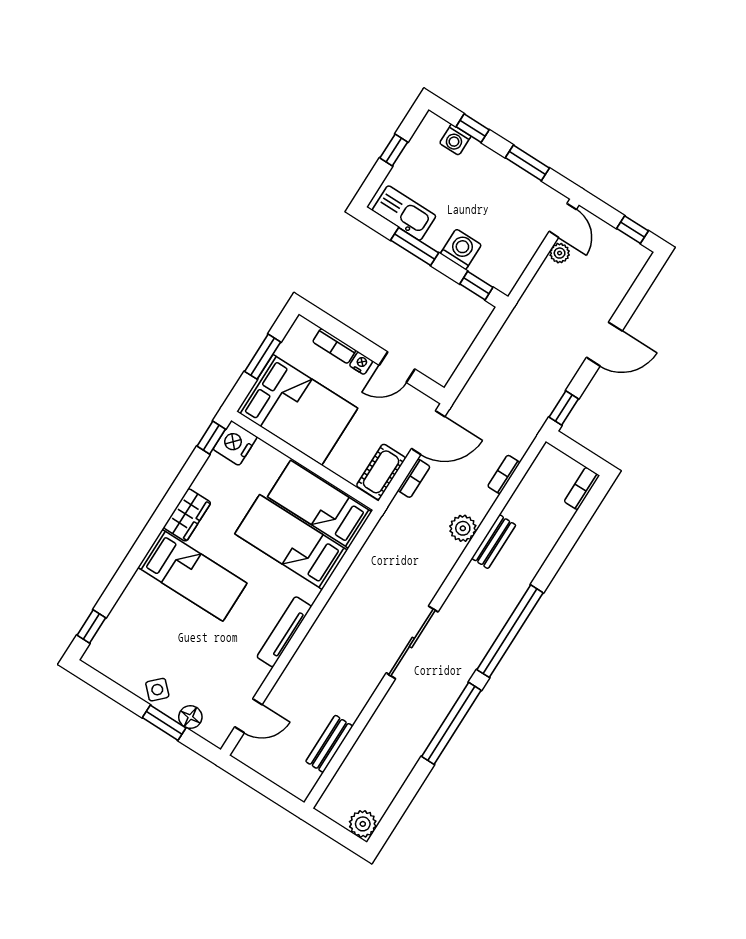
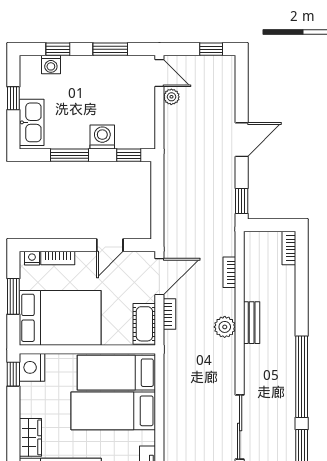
kitchen sink: (404, 213) -> (32, 122), moved, turned 90
nightstand: (361, 363) -> (32, 258), moved

